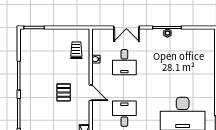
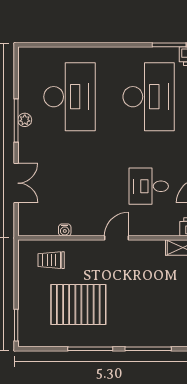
desk: (124, 62) -> (69, 97), moved, width x1.87, depth x1.30
pallet: (64, 92) -> (78, 305), moved, width x2.05, depth x2.00

